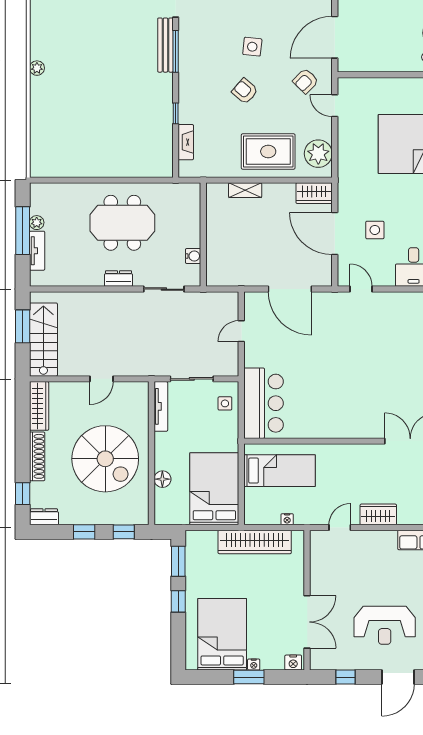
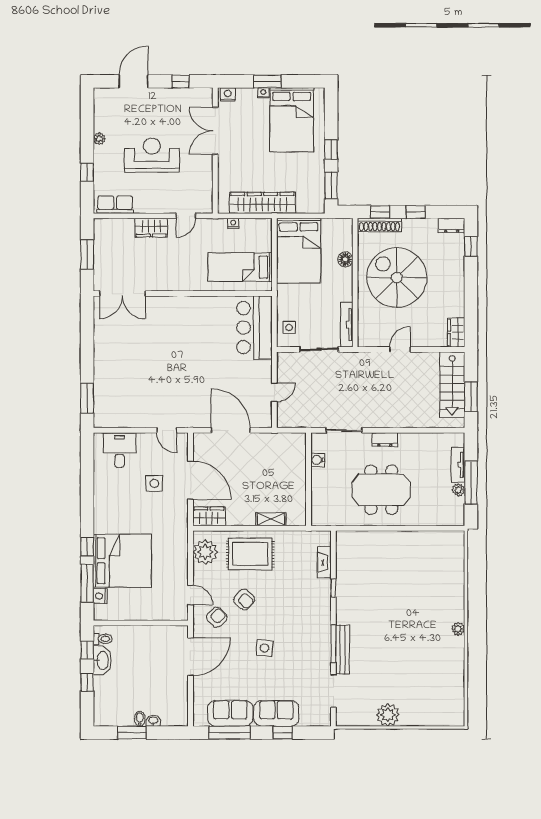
armchair: (245, 91) -> (244, 600), moved
wardrobe: (39, 406) -> (456, 332), width x0.67
shoe rack: (37, 456) -> (379, 225), moved, turned -90
reception desk: (385, 625) -> (152, 155), moved

